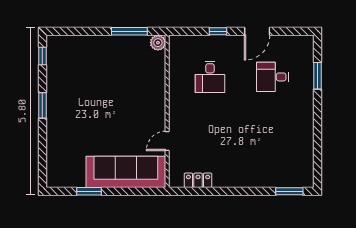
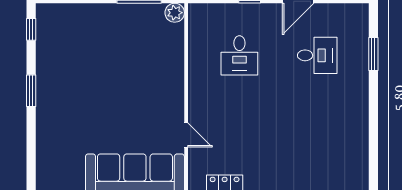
desk: (273, 77) -> (317, 55), turned 180
door: (167, 141) -> (186, 135), swing flipped

